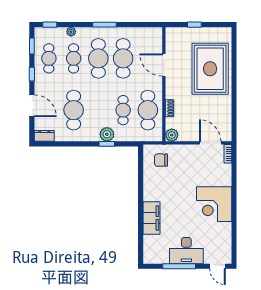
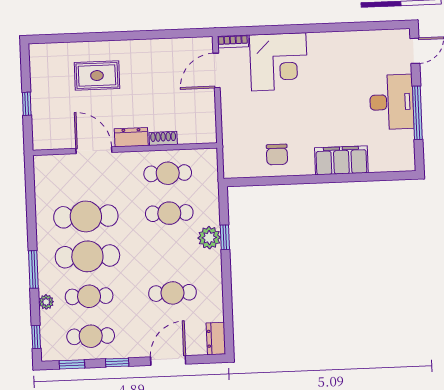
window: (104, 25) -> (33, 269), moved
door: (164, 65) -> (94, 150), swing flipped
rug: (210, 69) -> (97, 76), width x0.54, depth x0.49
dresser: (171, 88) -> (131, 137), added
cafe table: (74, 110) -> (172, 293), width x0.73, depth x0.74
cafe table: (148, 110) -> (168, 173), width x0.73, depth x0.74
plant: (172, 135) -> (206, 133), removed
chair: (161, 160) -> (277, 155), moved
corner desk: (214, 204) -> (279, 62), moved

